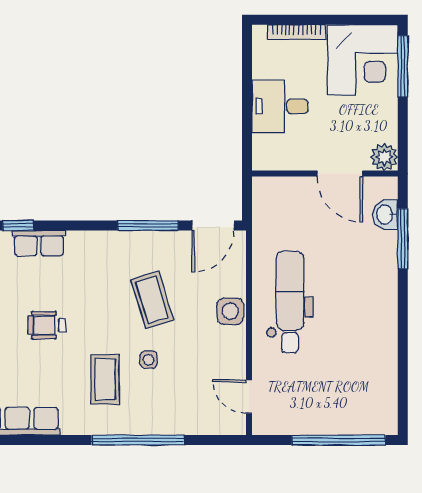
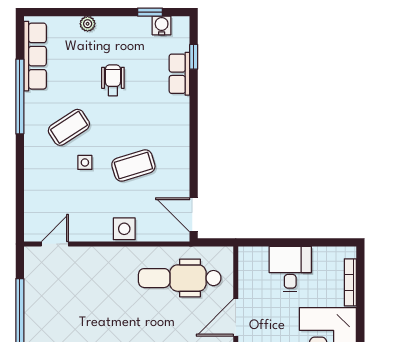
window: (148, 225) -> (194, 162), removed
dental chair: (290, 302) -> (180, 278), moved, turned 180
coffee table: (105, 379) -> (69, 127), turned -33
window: (138, 440) -> (20, 97), moved

